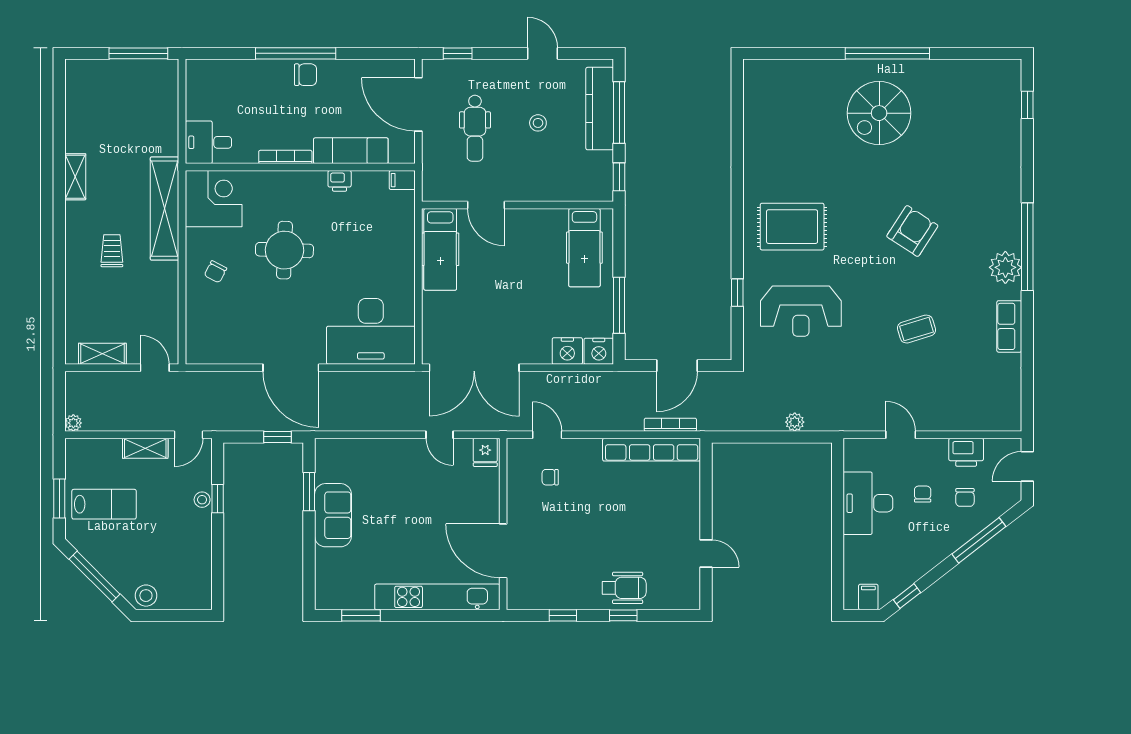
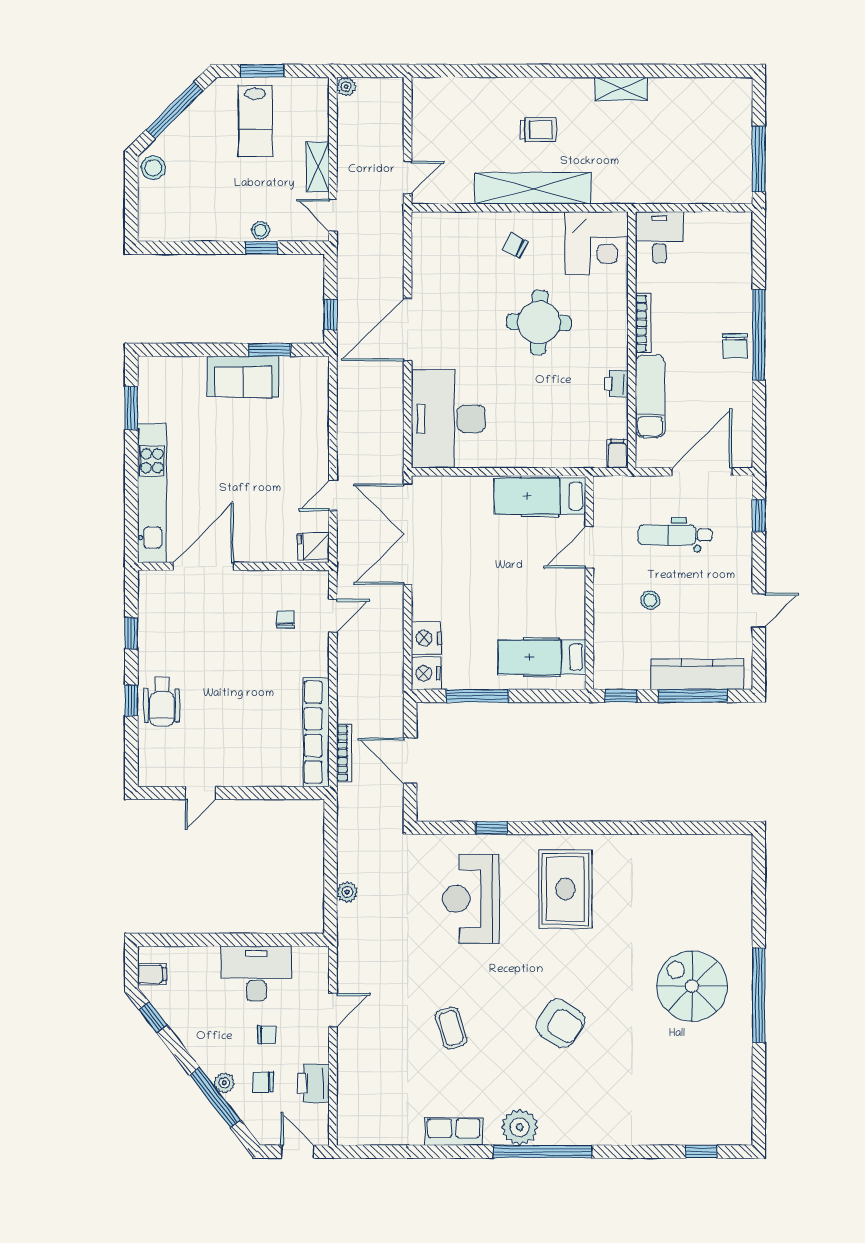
stool: (538, 123) -> (650, 600), moved
shelving: (165, 209) -> (533, 188), moved
shelving: (102, 354) -> (423, 119), removed
plant: (966, 532) -> (224, 1083), added

